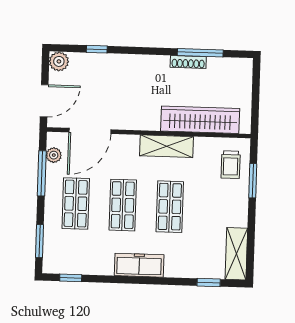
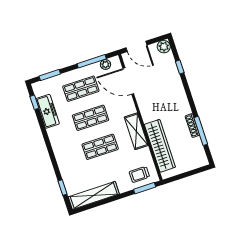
window: (253, 181) -> (145, 188), moved
shelving: (236, 254) -> (94, 195), width x1.47
freezer: (139, 265) -> (48, 111), moved

